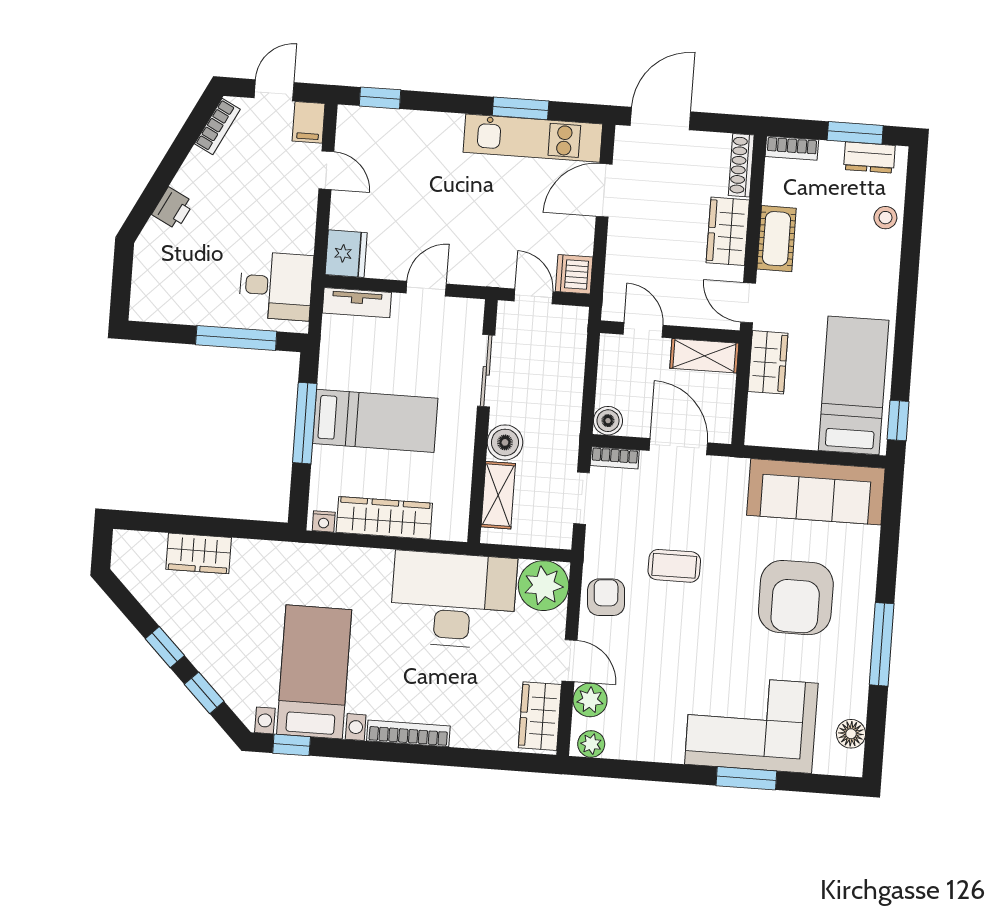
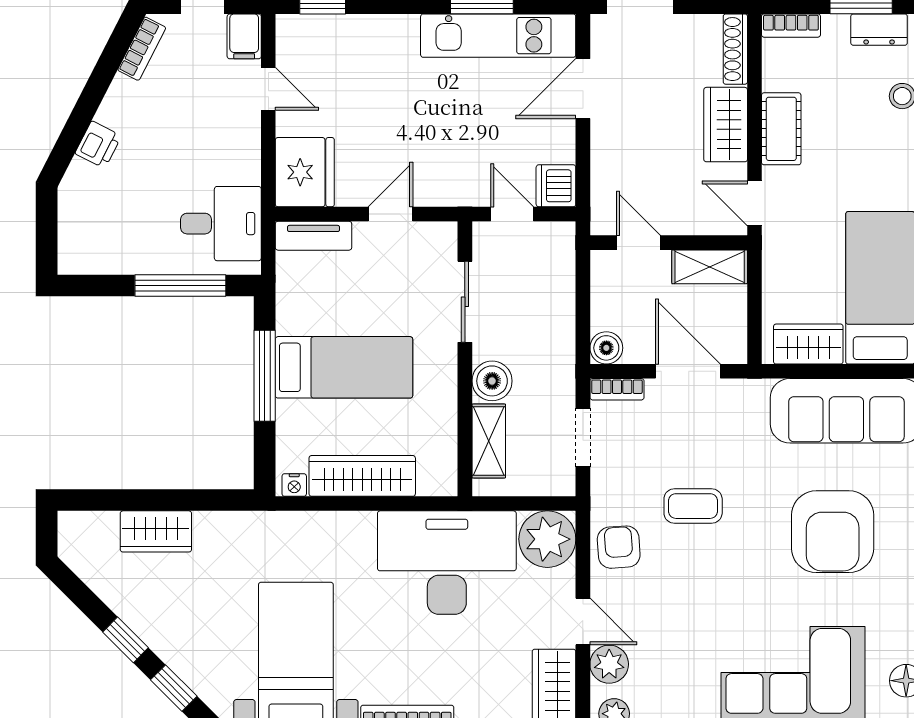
fridge: (346, 254) -> (305, 172), width x1.36, depth x1.34
wardrobe: (768, 362) -> (808, 344), moved, turned -90

